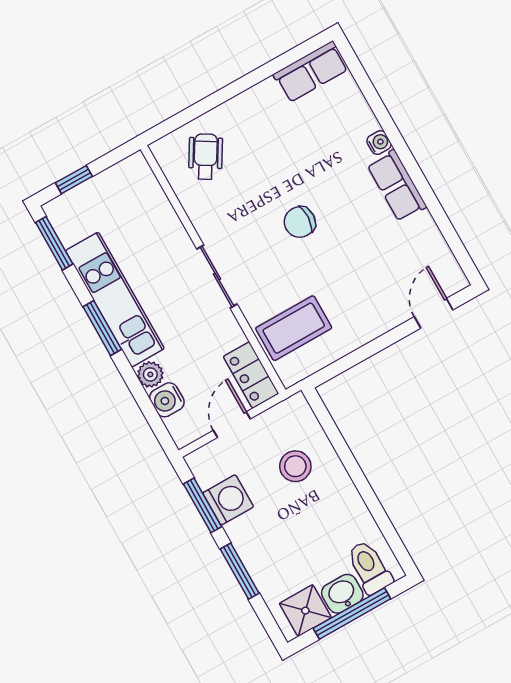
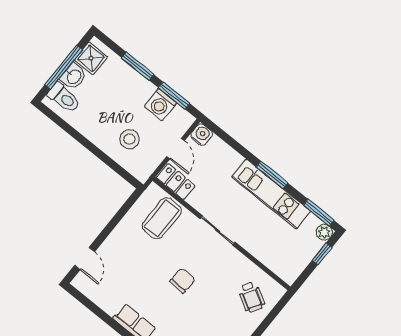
plant: (150, 374) -> (324, 232), moved
water cooler: (167, 400) -> (202, 135), moved

